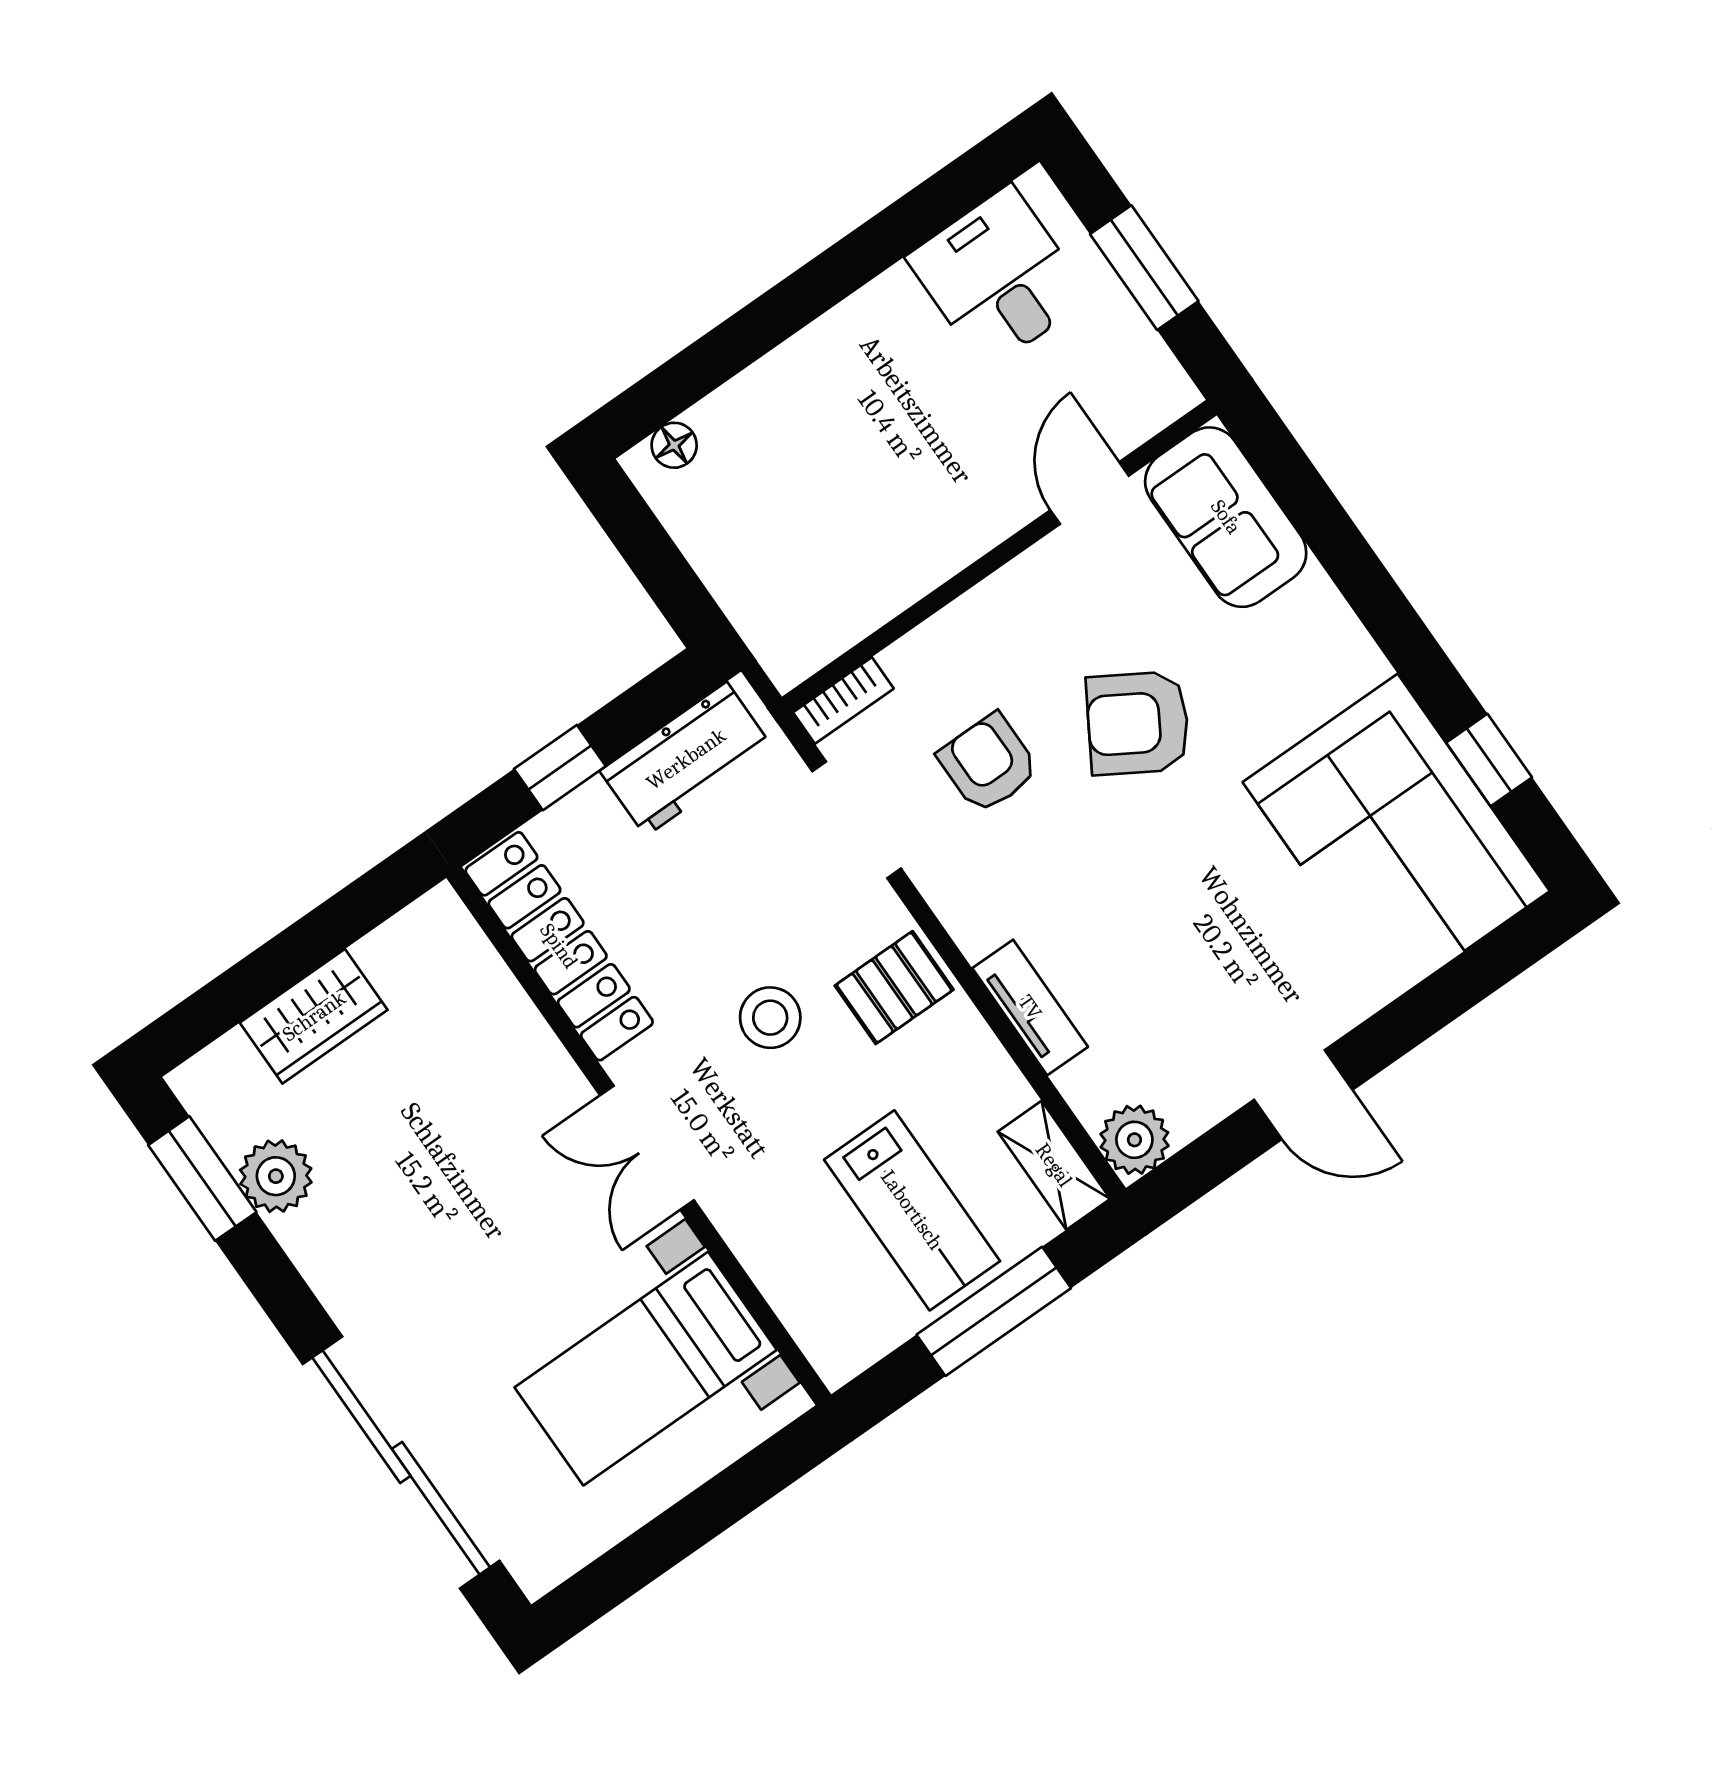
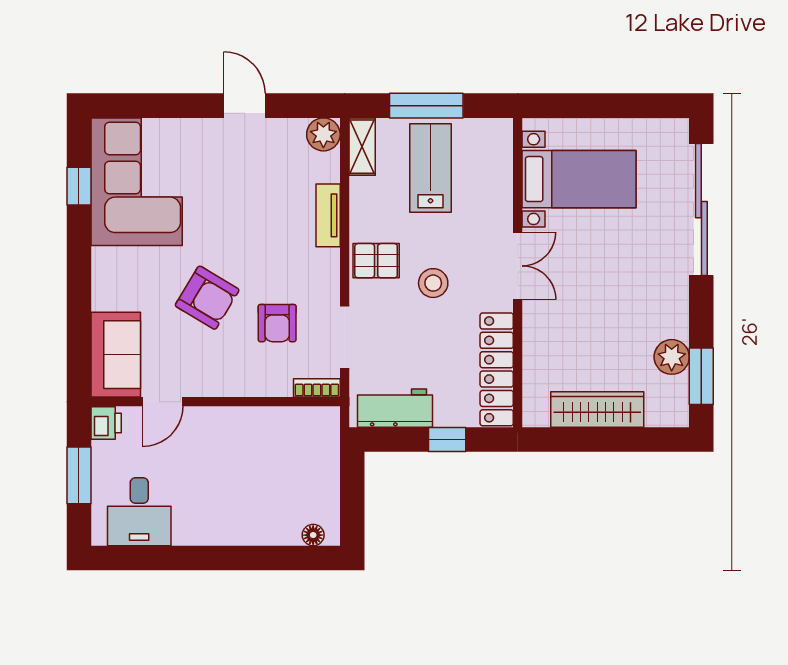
printer: (1160, 389) -> (106, 423), added
wardrobe: (314, 1016) -> (597, 410), width x1.50

